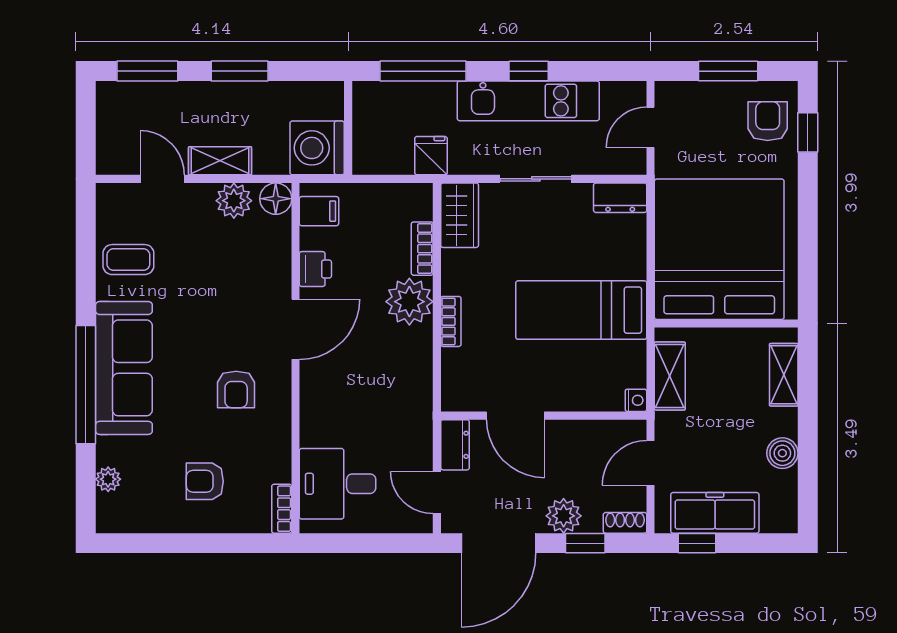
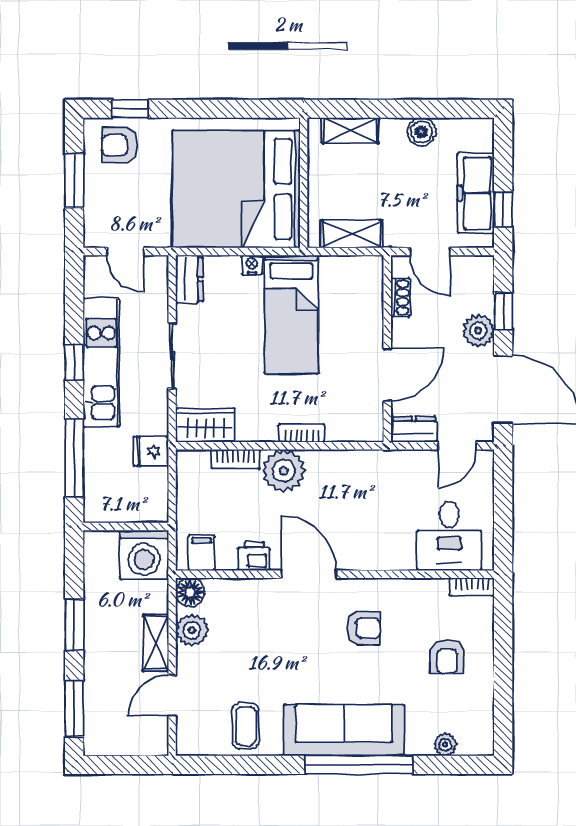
nightstand: (636, 400) -> (252, 265), moved
shoe rack: (625, 523) -> (400, 297), moved, turned 180

